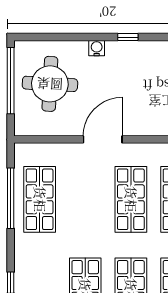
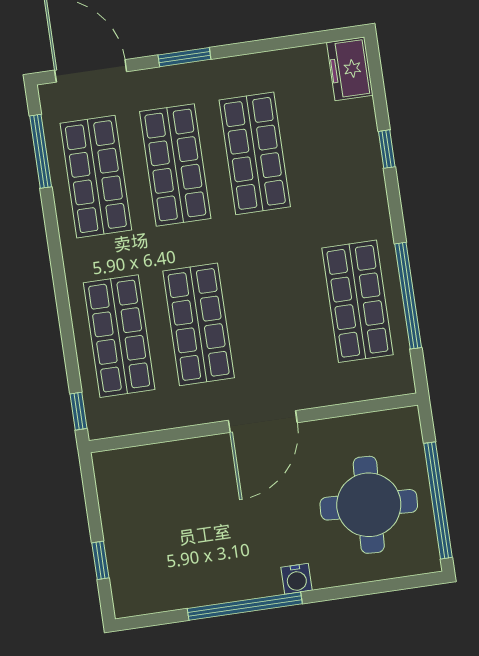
window: (128, 37) -> (245, 606), width x3.17

